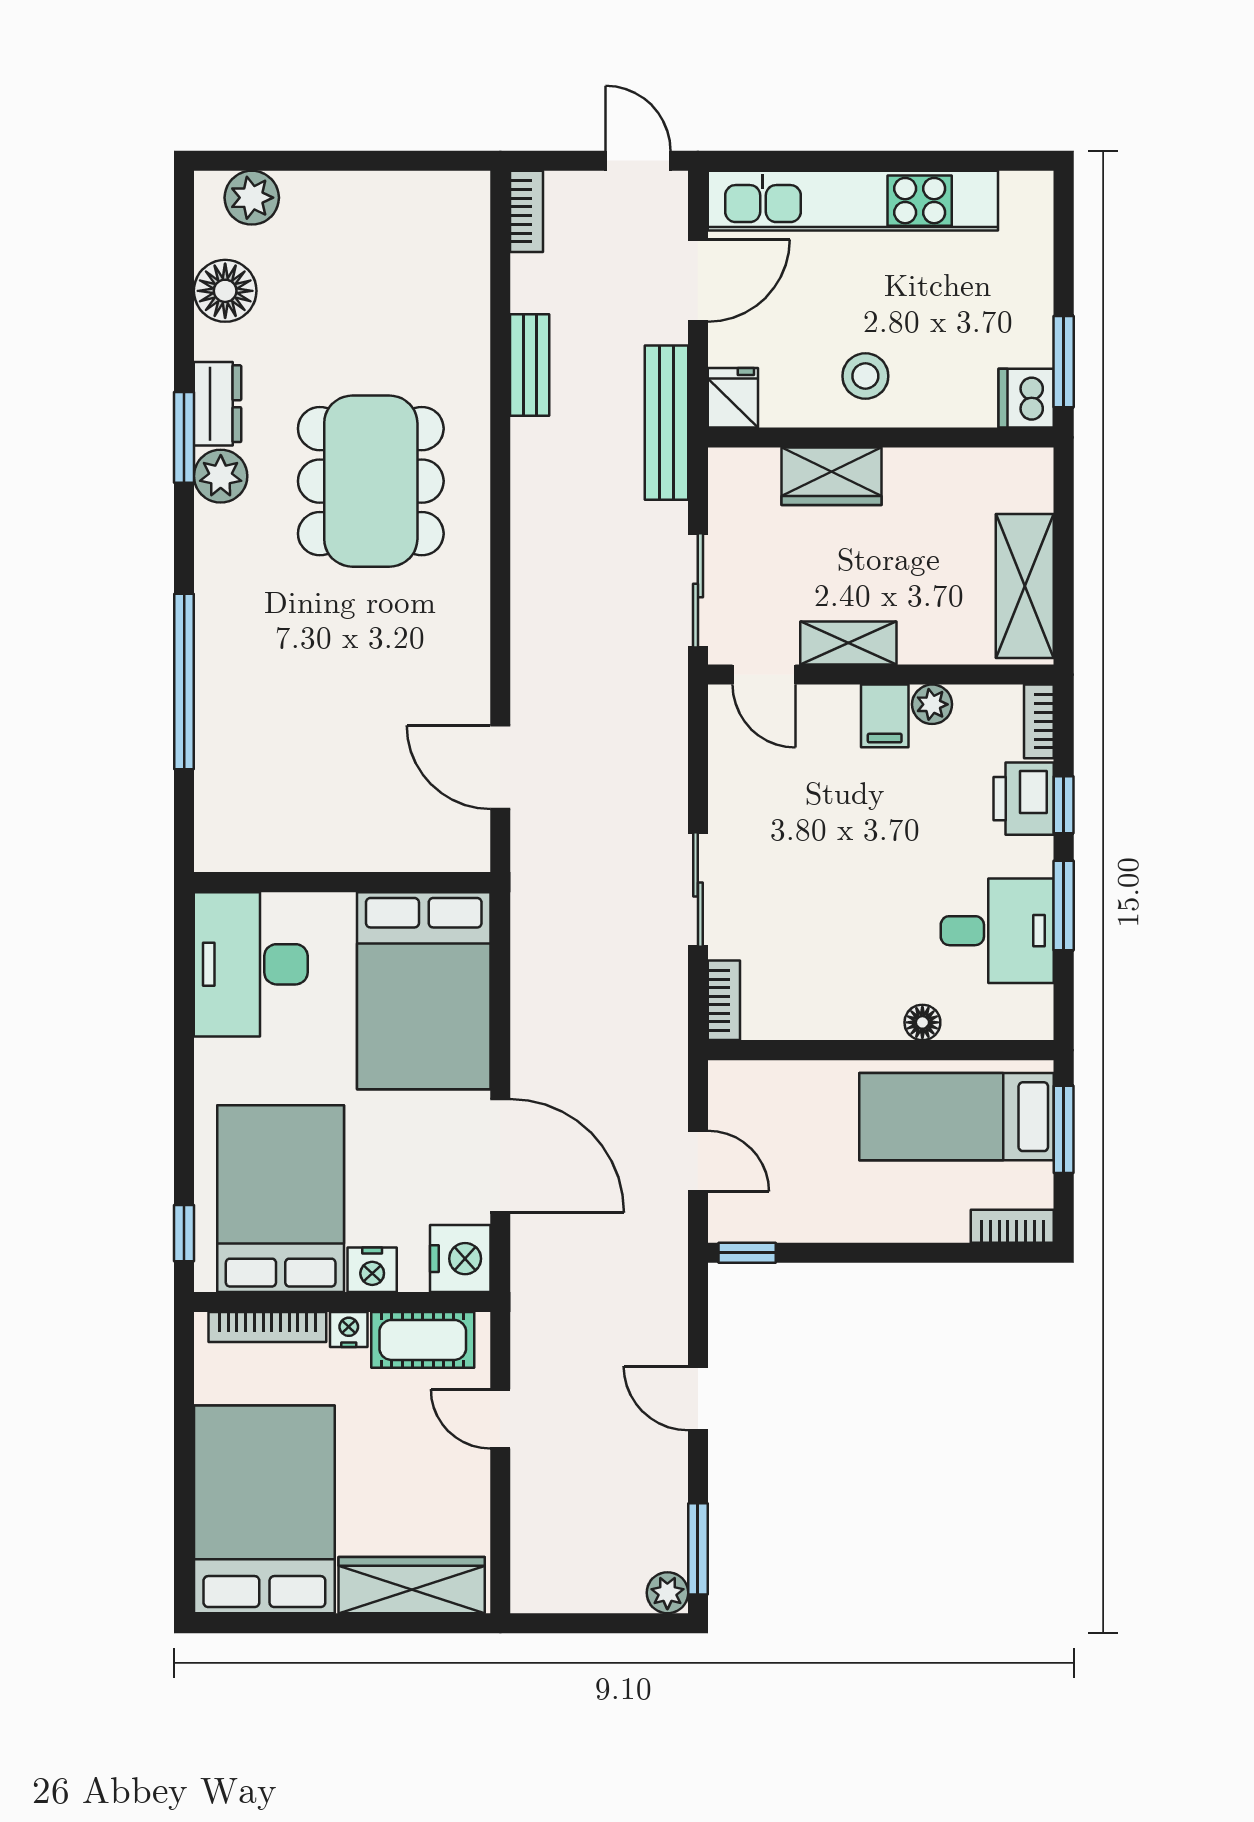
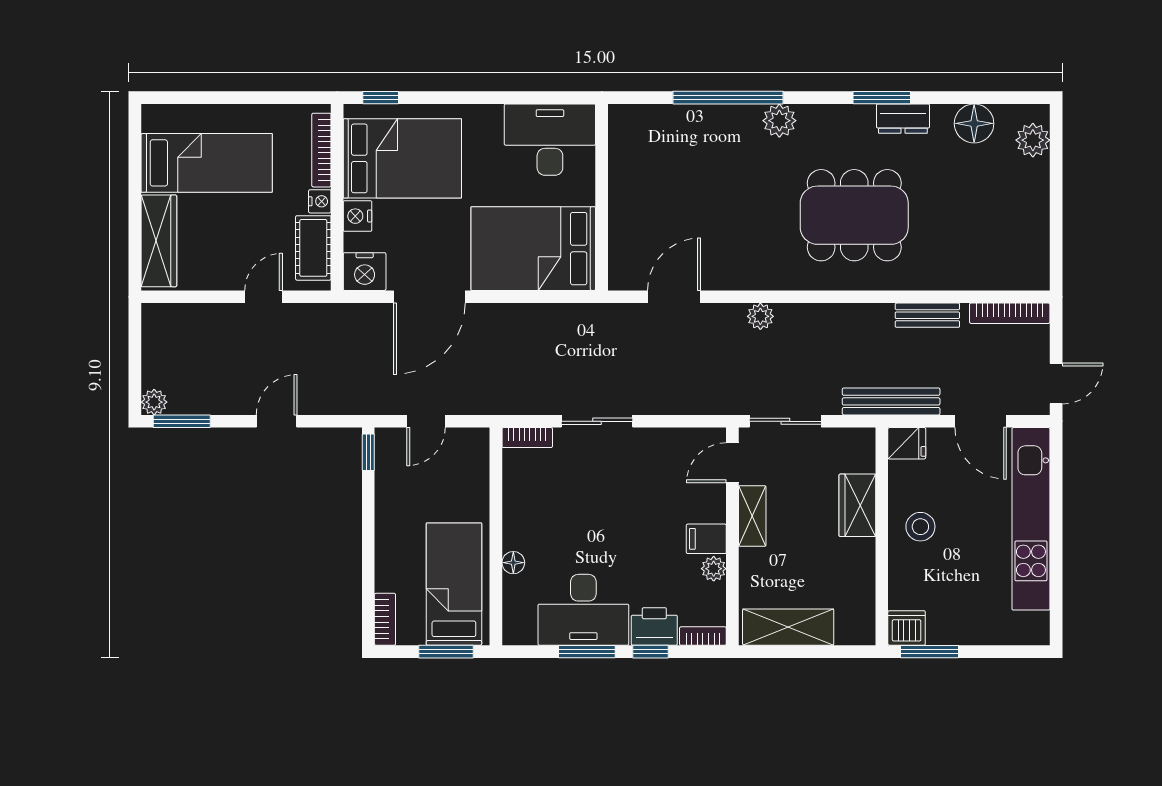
bookcase: (527, 211) -> (1010, 313), width x1.56
plant: (221, 476) -> (779, 121), moved
plant: (531, 630) -> (760, 316), added
desk: (997, 931) -> (583, 610), width x1.37
bed: (264, 1509) -> (207, 163), width x0.67

